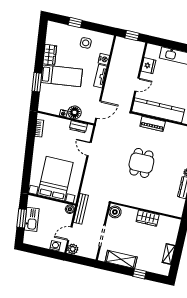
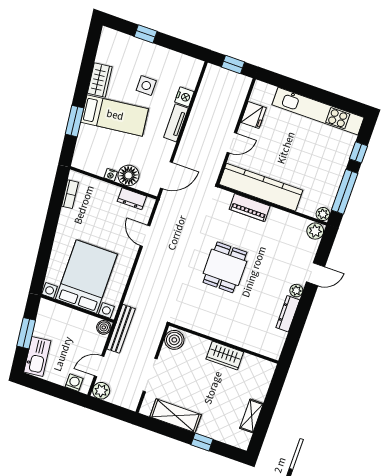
side table: (86, 43) -> (146, 86), moved
kitchen sink: (32, 219) -> (37, 356), moved

